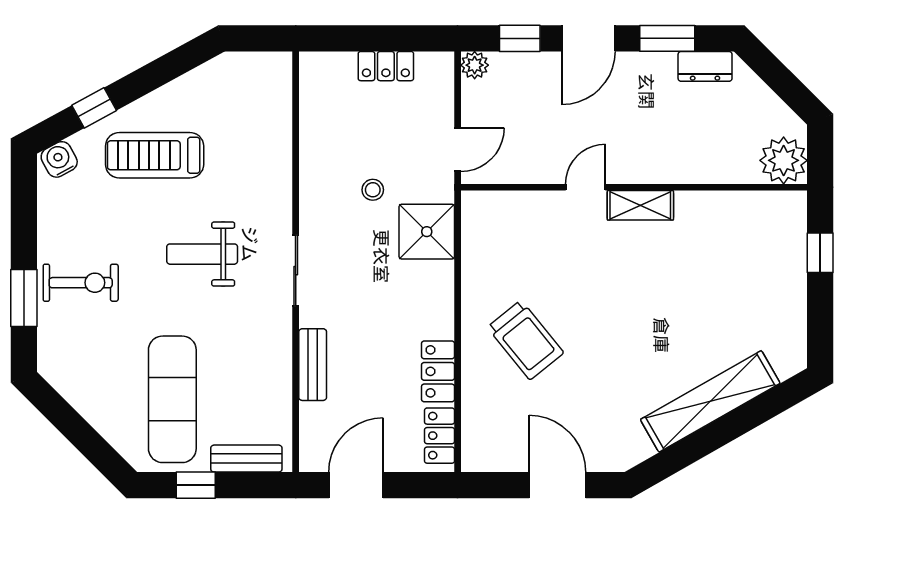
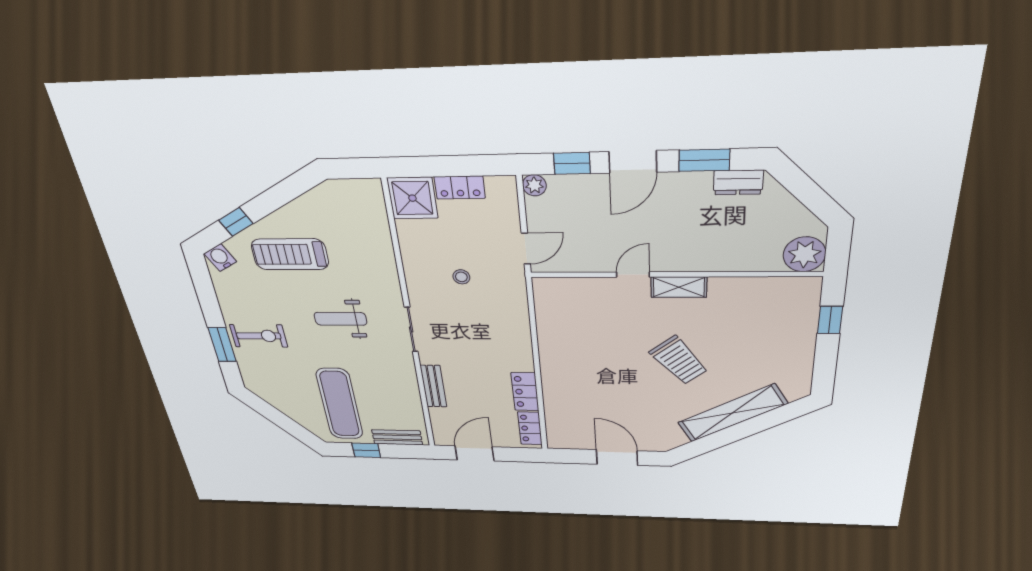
shower: (427, 232) -> (412, 198), moved
trolley: (525, 340) -> (679, 360), moved

